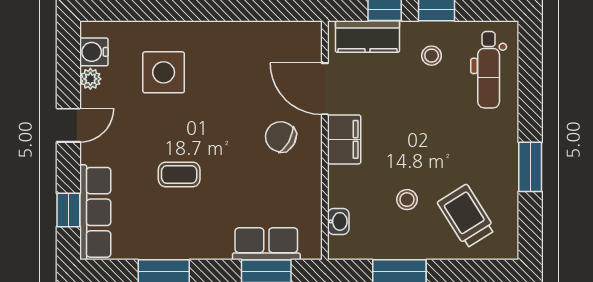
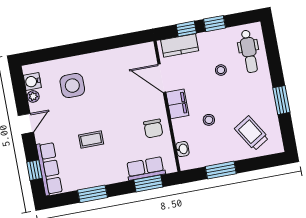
stool: (432, 56) -> (221, 70), moved
chair: (281, 137) -> (153, 129), moved, turned -119
stool: (407, 200) -> (209, 120), moved

